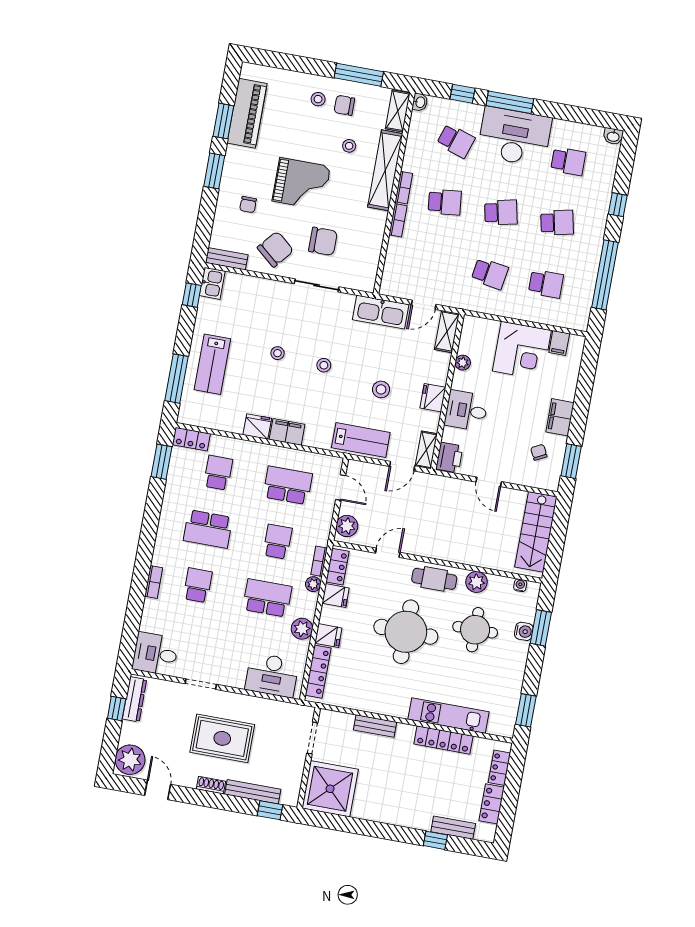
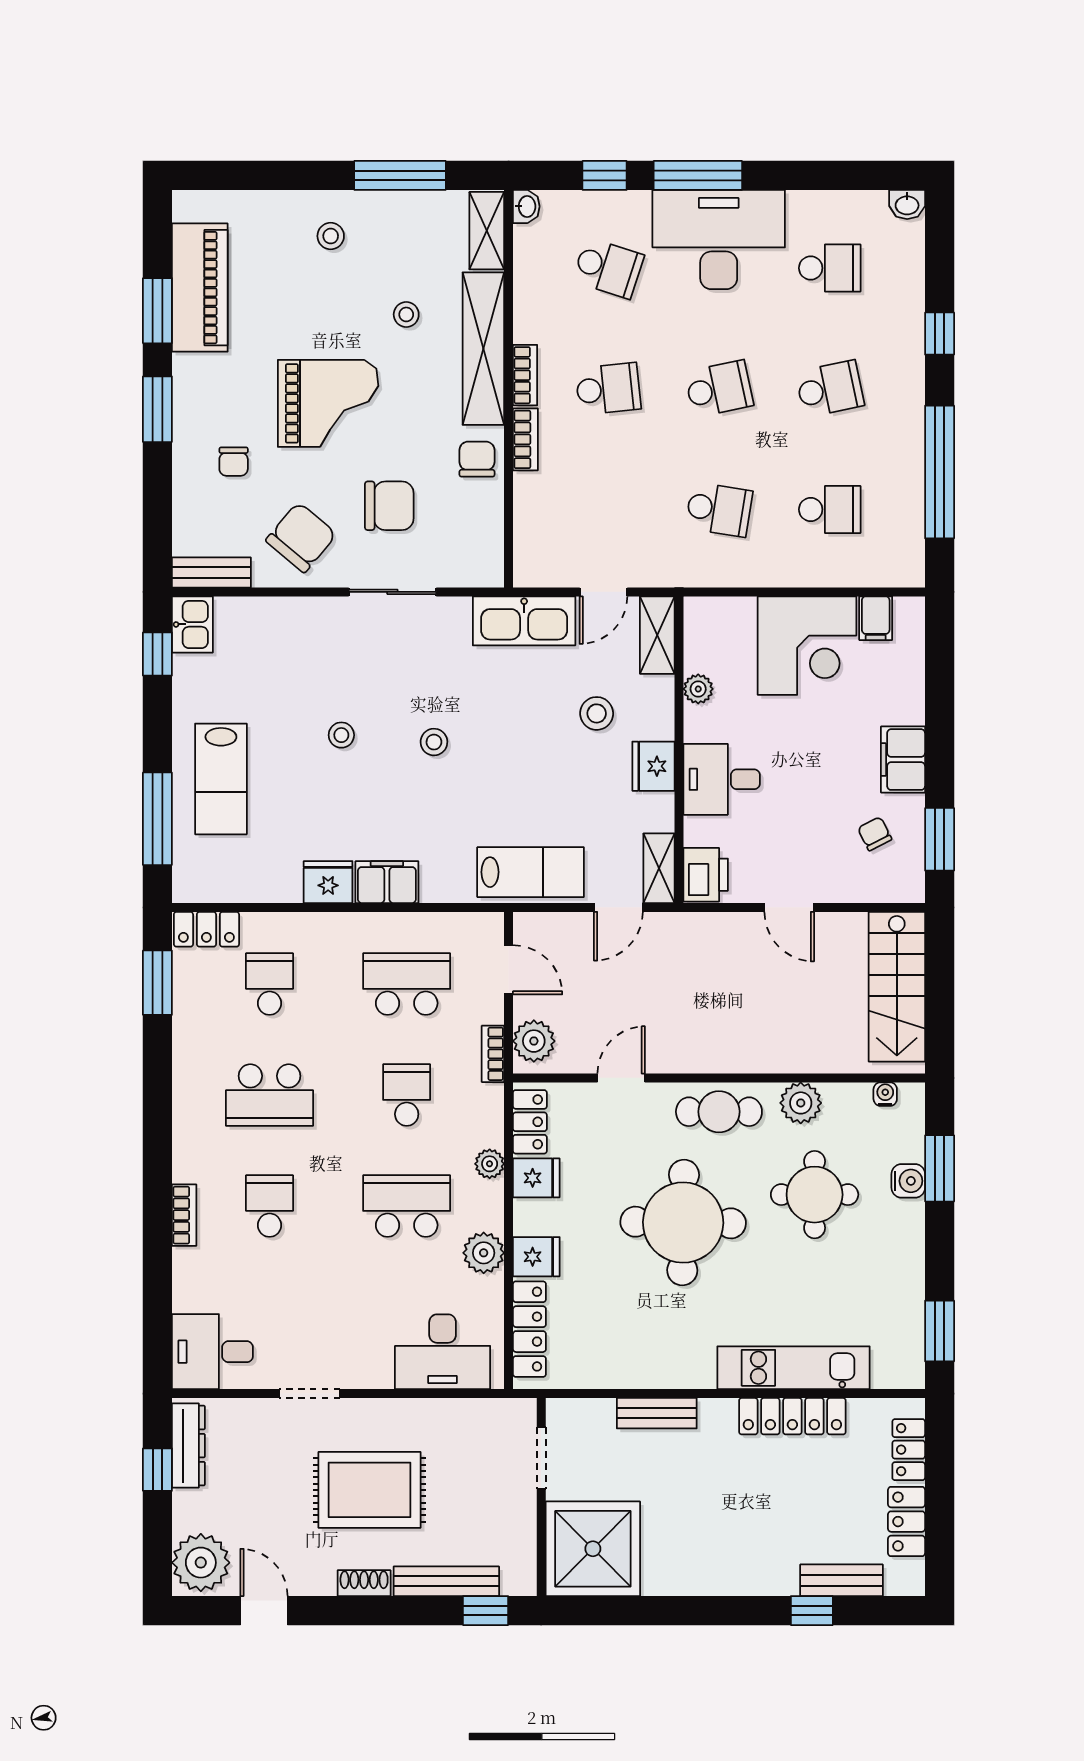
chair: (344, 105) -> (477, 459), moved, turned 90
stool: (381, 389) -> (597, 713), moved
bookcase: (319, 561) -> (493, 1054), moved

